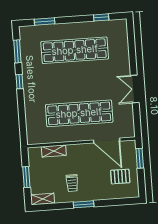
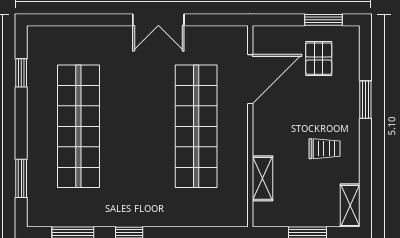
window: (140, 158) -> (324, 20), moved
window: (84, 204) -> (365, 100), moved

